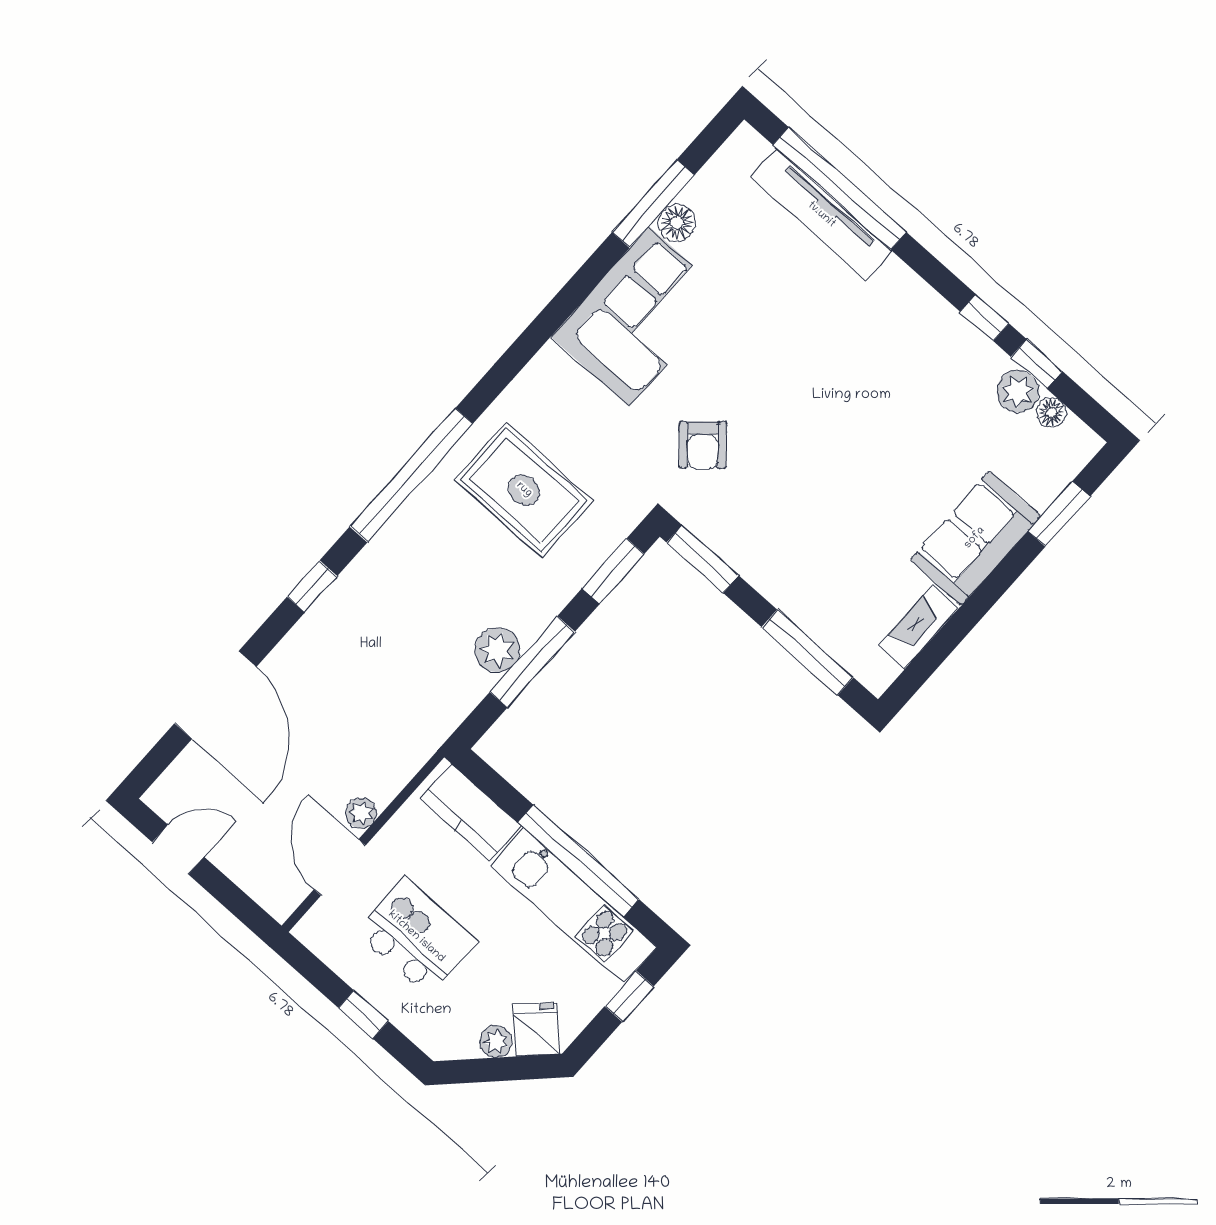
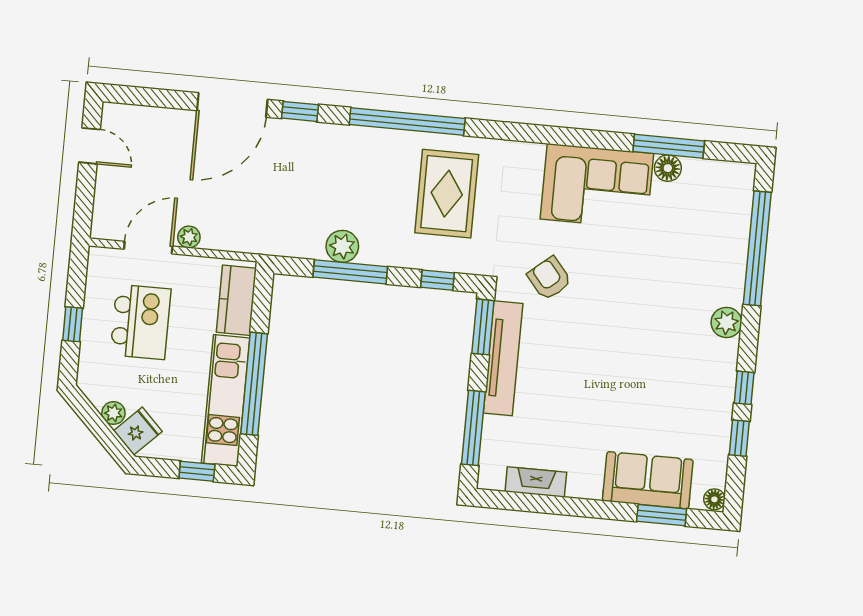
tv unit: (821, 215) -> (503, 358), moved, turned 180
plant: (1018, 391) -> (726, 322), moved
floor lamp: (1051, 412) -> (714, 499), moved
armchair: (703, 445) -> (549, 278), turned 91
sofa: (975, 538) -> (648, 480), moved
window: (613, 571) -> (438, 280), width x0.67
door: (215, 695) -> (232, 105), moved

